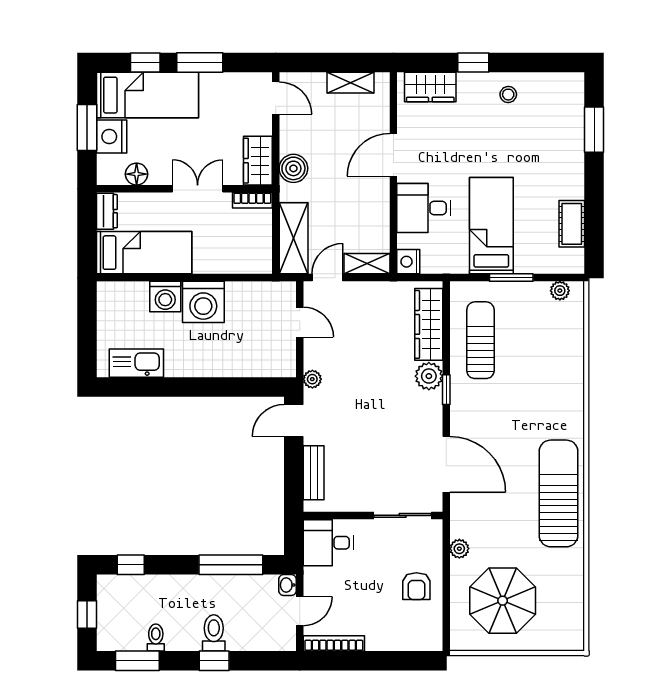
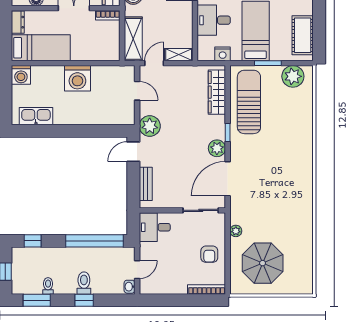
cot: (572, 224) -> (303, 35), width x1.37, depth x1.34
nightstand: (408, 262) -> (223, 54), moved, turned -90
plant: (560, 291) -> (293, 76), width x1.88, depth x1.88
washing machine: (165, 297) -> (21, 75), moved
sun lounger: (480, 340) -> (249, 102), width x1.36, depth x1.34
plant: (429, 376) -> (217, 148), moved
plant: (312, 379) -> (150, 126), width x1.88, depth x1.88
door: (446, 464) -> (228, 179), swing flipped
sun lounger: (558, 493) -> (297, 197), removed
window: (231, 565) -> (94, 241), width x1.46
washbasin: (287, 585) -> (129, 287), moved
bookcase: (334, 643) -> (207, 290), moved

